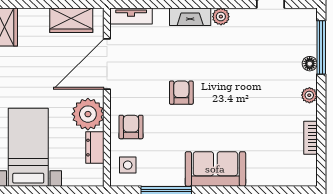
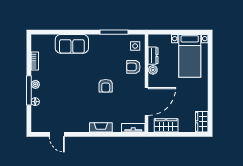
plant: (221, 17) -> (84, 128), removed
window: (321, 47) -> (29, 90), moved
plant: (88, 114) -> (153, 70), width x0.53, depth x0.53
armchair: (131, 127) -> (133, 67), turned 90
sofa: (215, 169) -> (72, 44), moved

